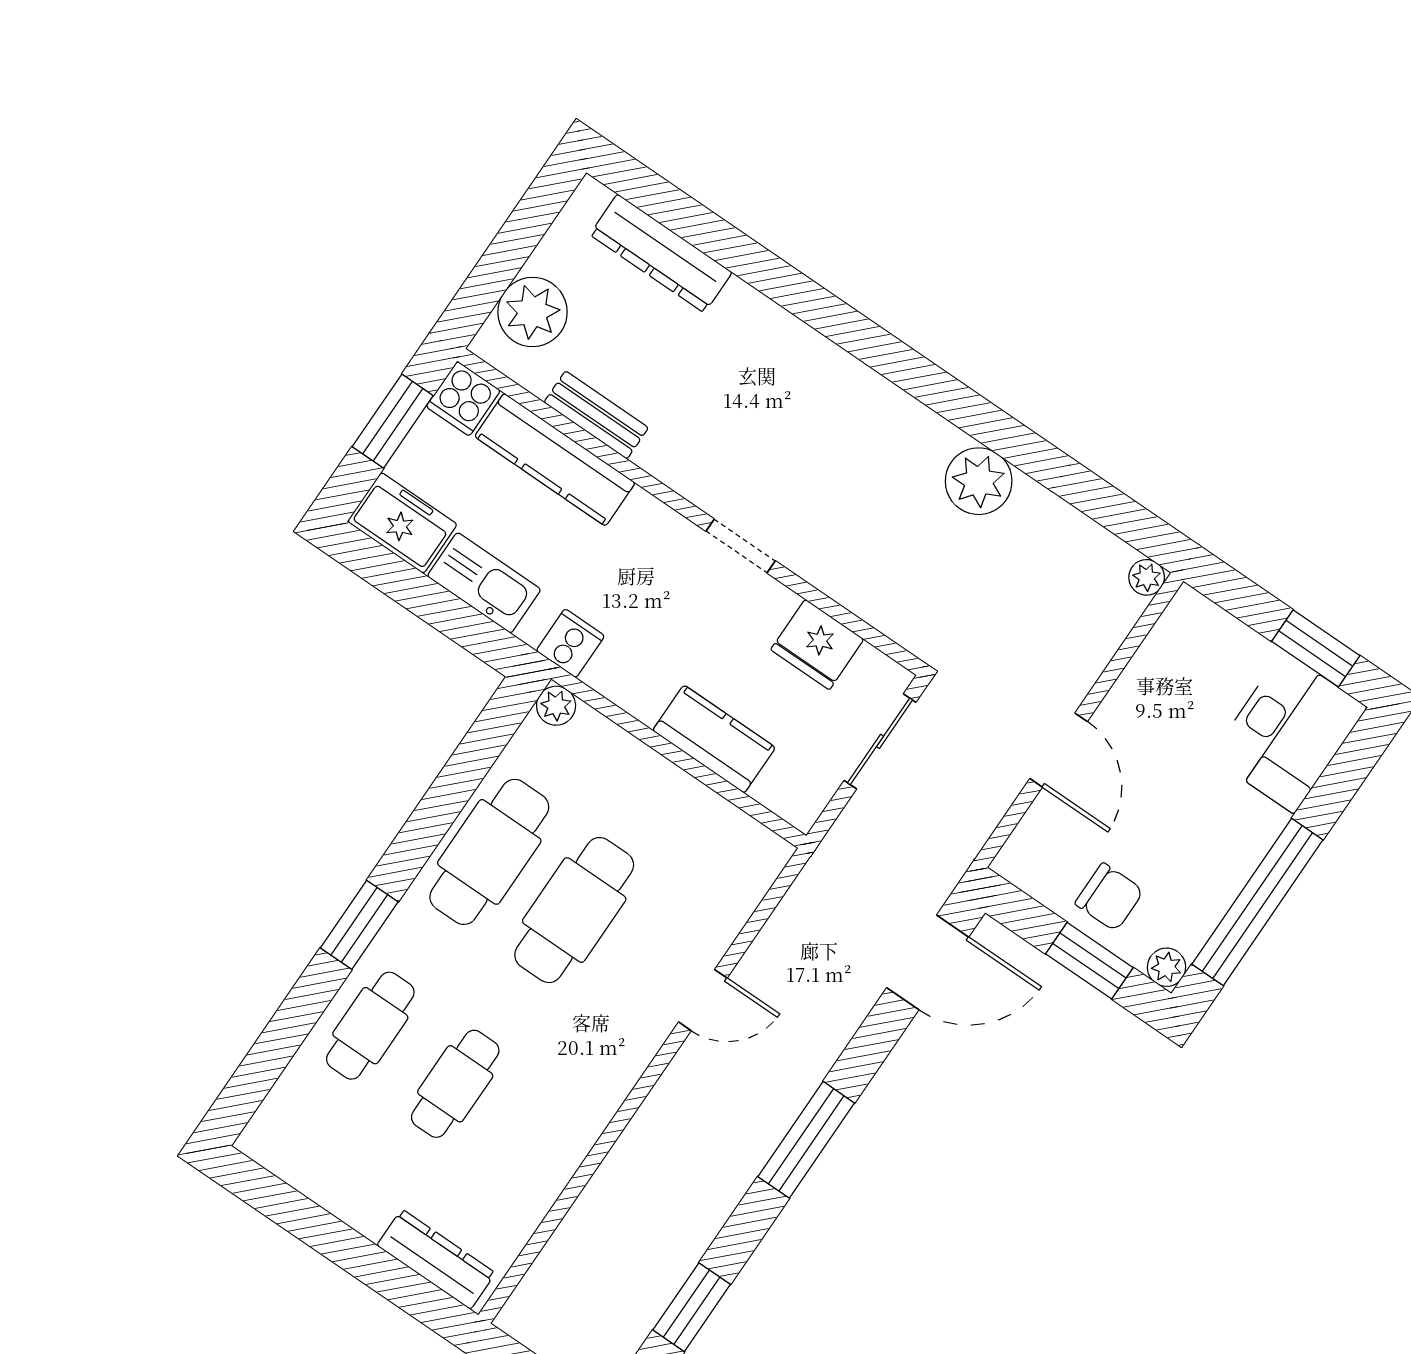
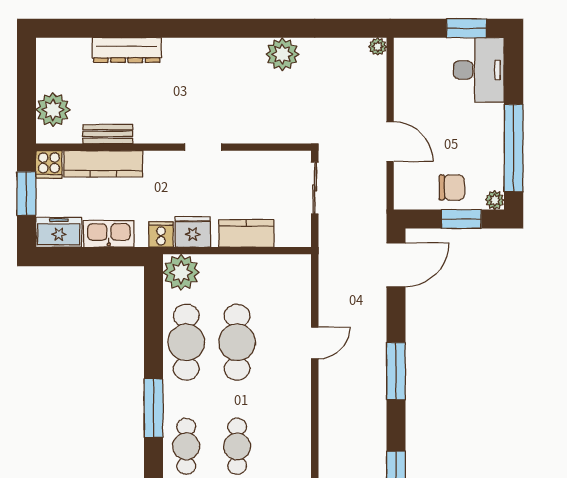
dresser: (661, 253) -> (127, 50), moved
fridge: (817, 644) -> (193, 232), moved, turned 180
plant: (556, 706) -> (181, 272), width x1.87, depth x1.87
window: (359, 925) -> (154, 408), width x1.44

